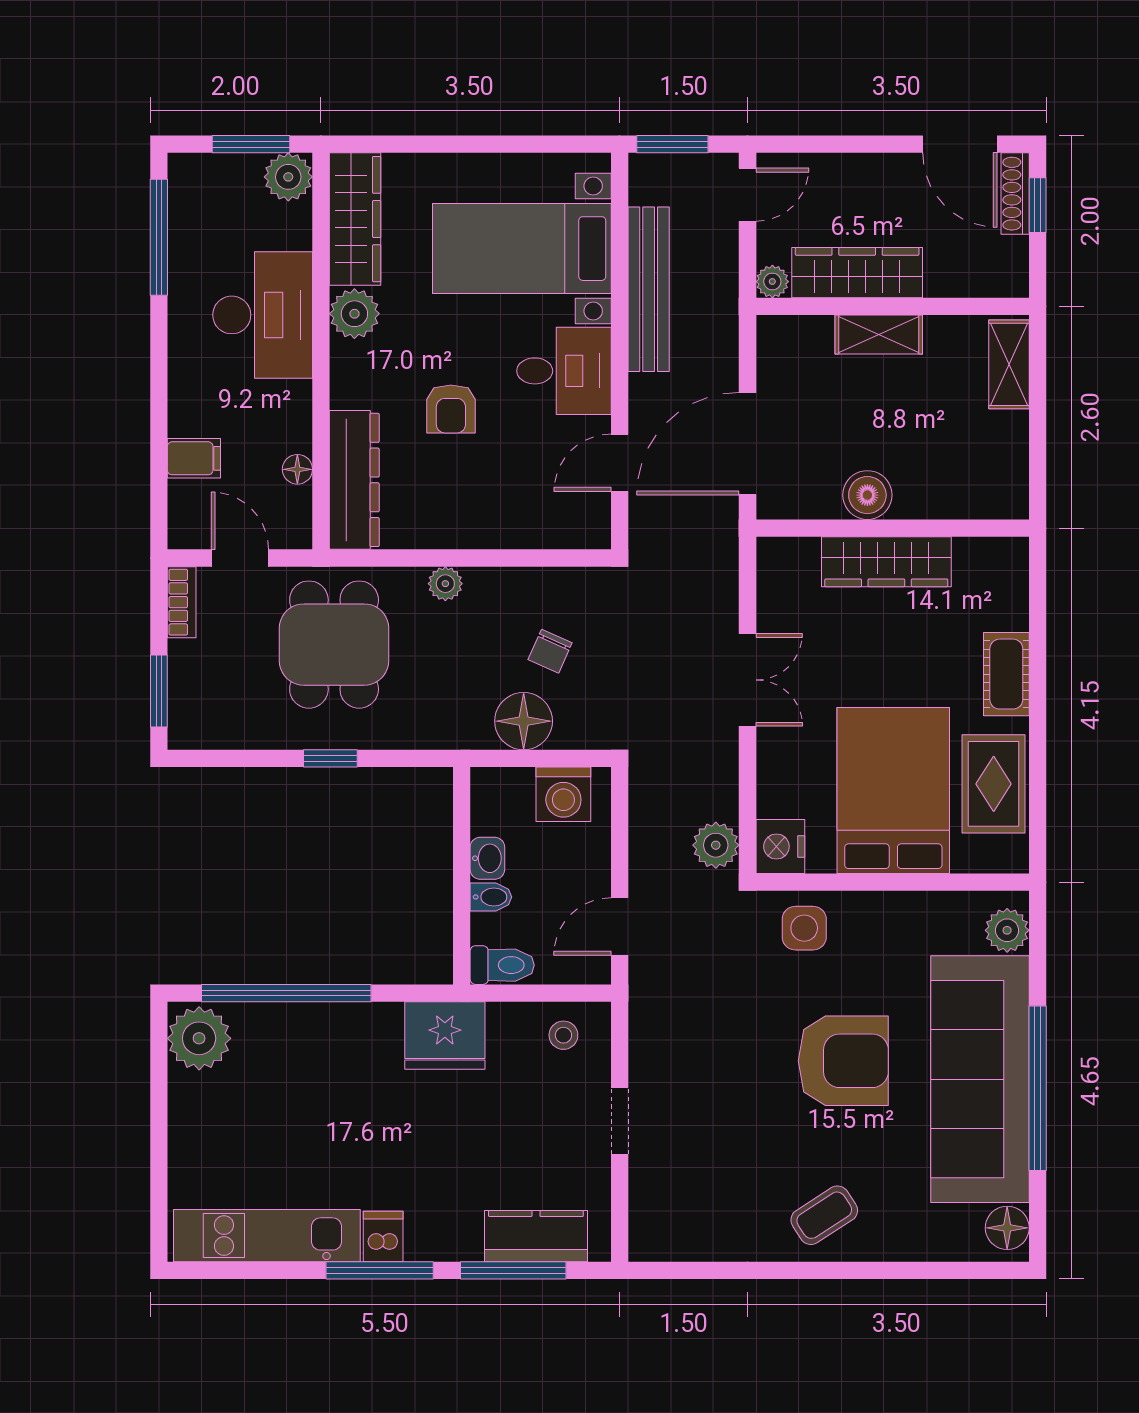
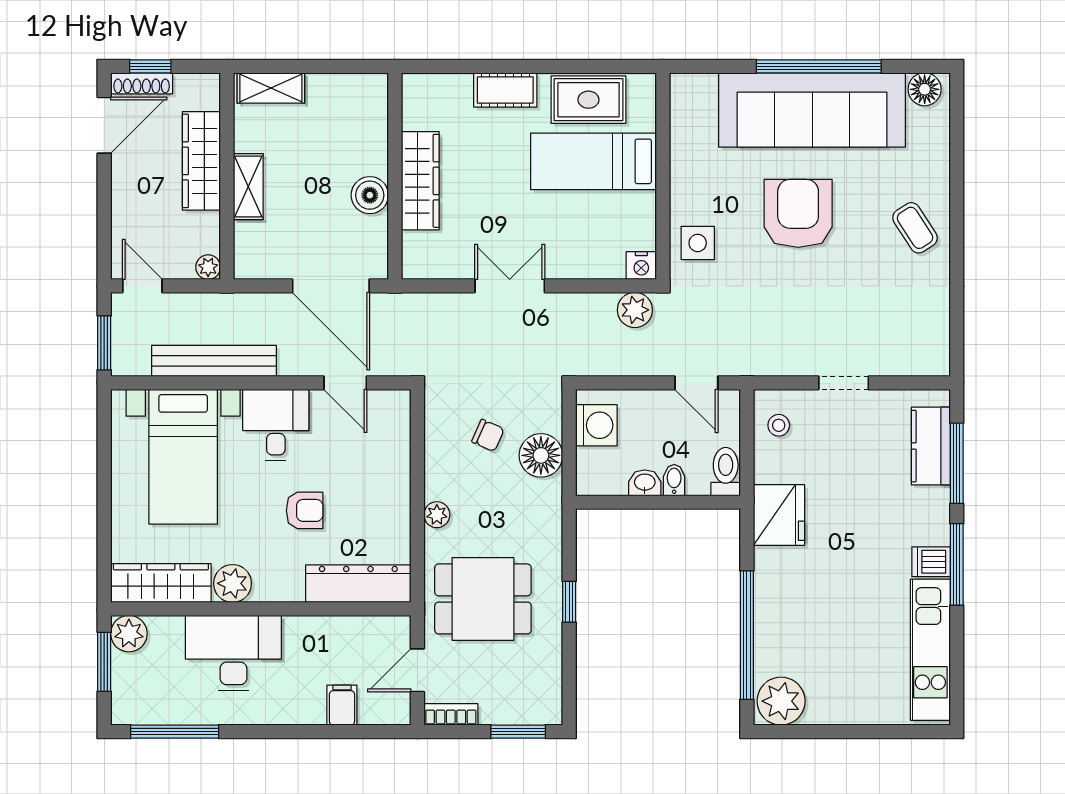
wardrobe: (857, 273) -> (201, 161), moved
floor lamp: (297, 469) -> (350, 627), removed
bed: (893, 791) -> (593, 161), width x0.67
nightstand: (780, 846) -> (641, 266), width x0.74, depth x0.75
plant: (1007, 930) -> (699, 89), removed

